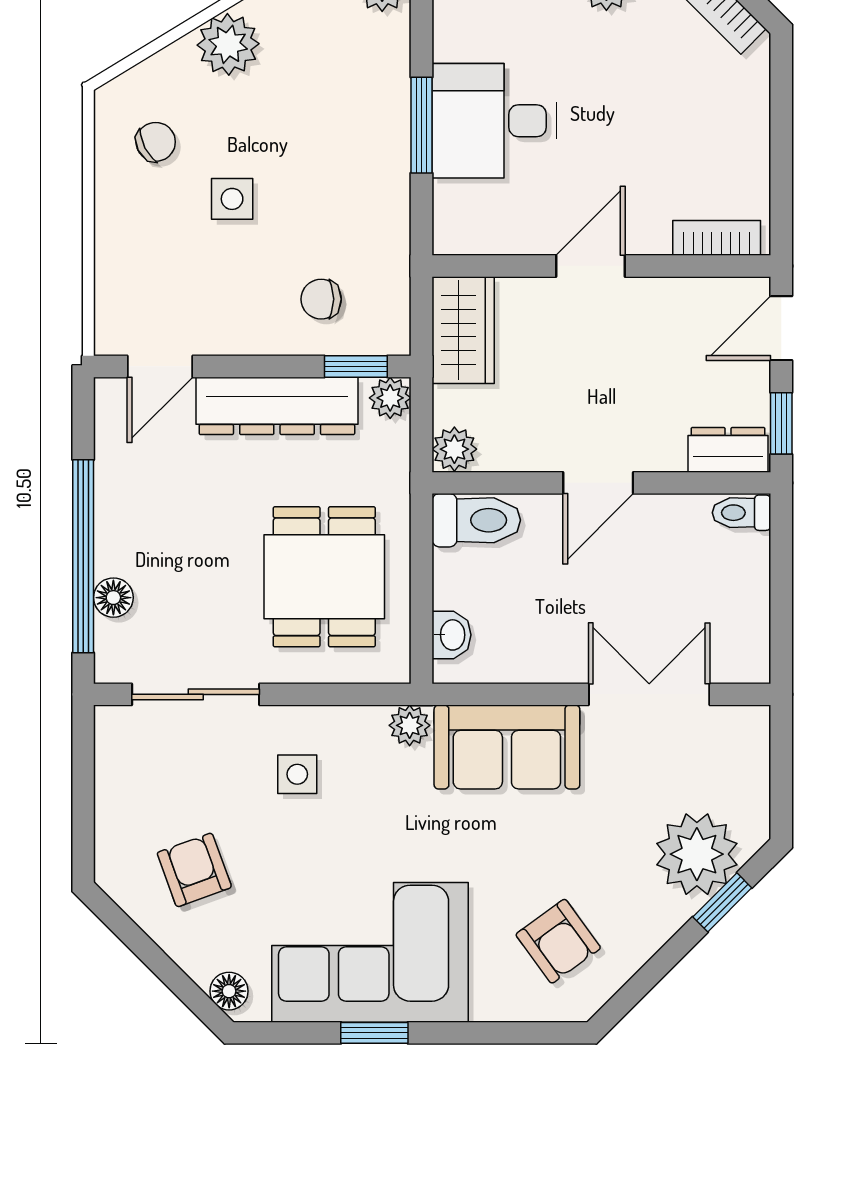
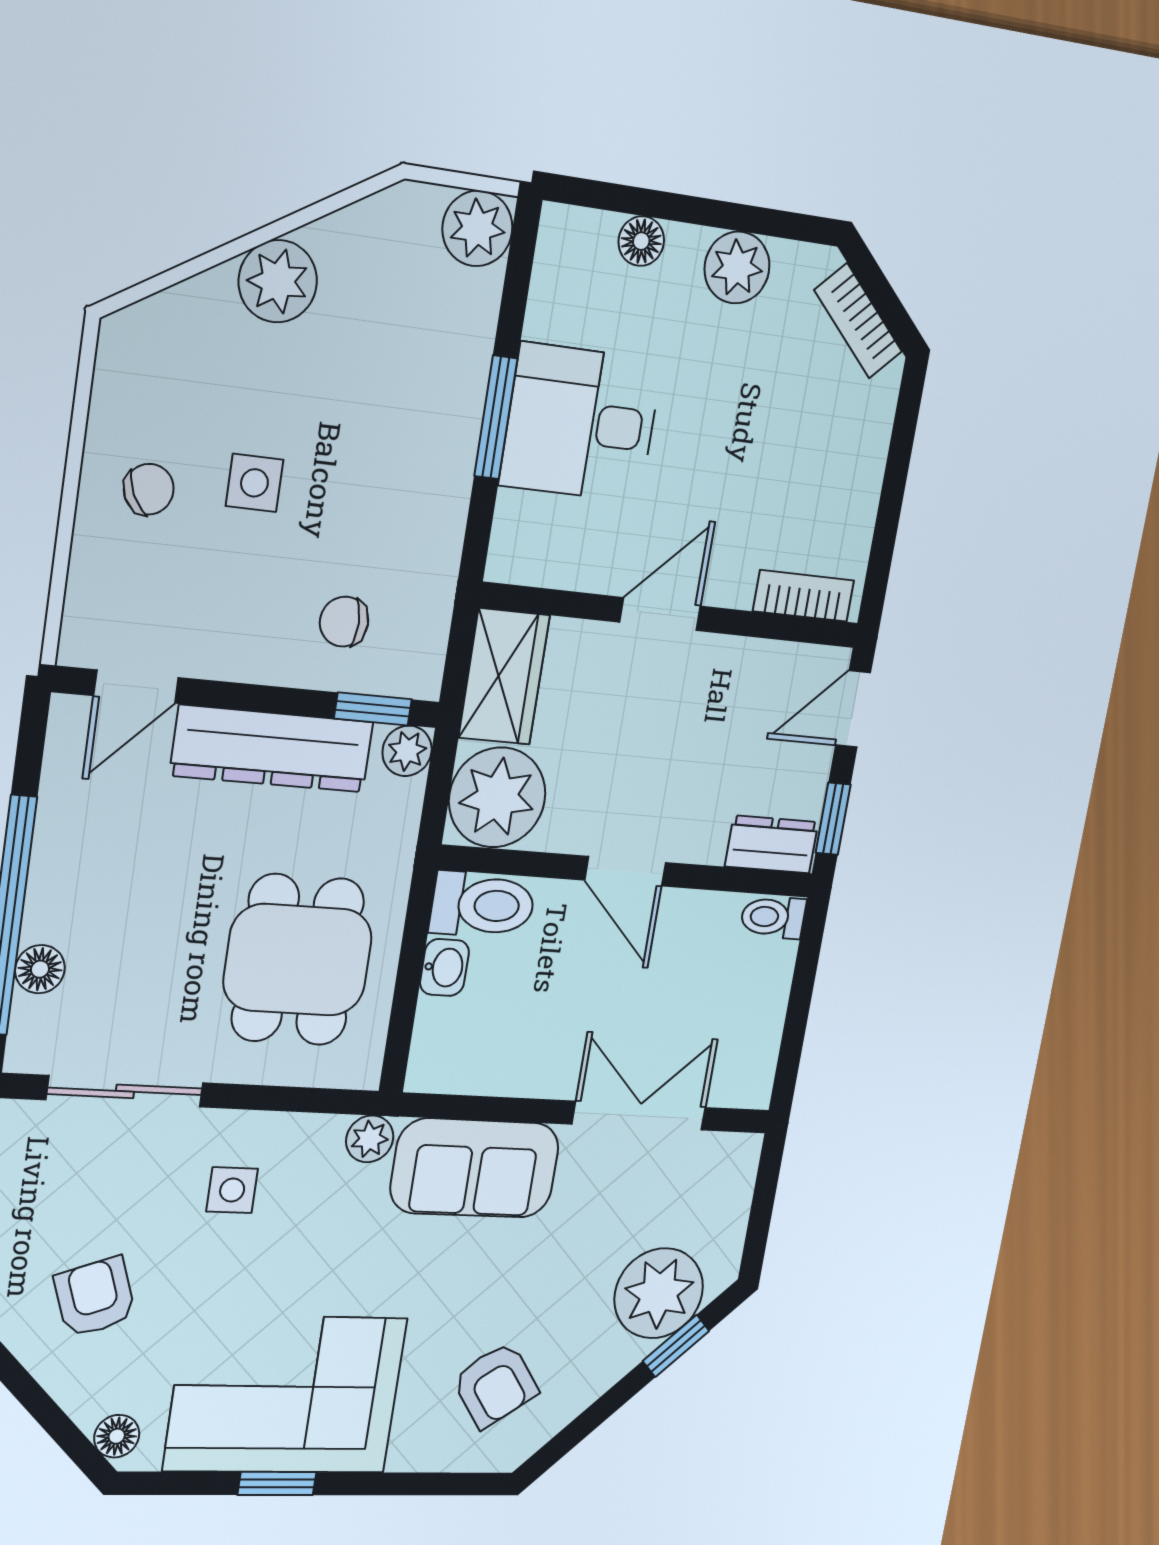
chair: (156, 142) -> (149, 489), moved
plant: (454, 449) -> (497, 797), width x1.88, depth x1.88
door: (598, 483) -> (625, 871), hinge flipped
washbasin: (451, 635) -> (444, 967), moved

